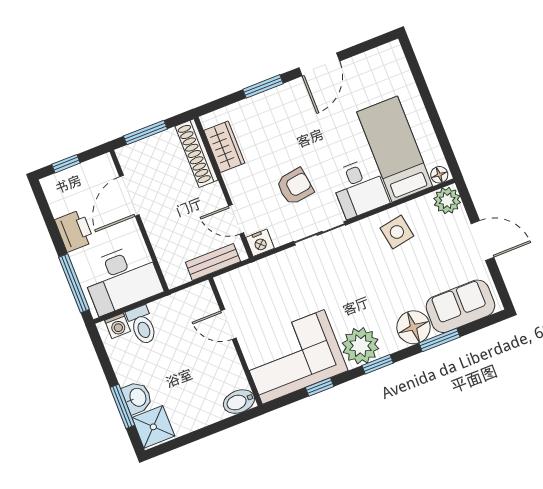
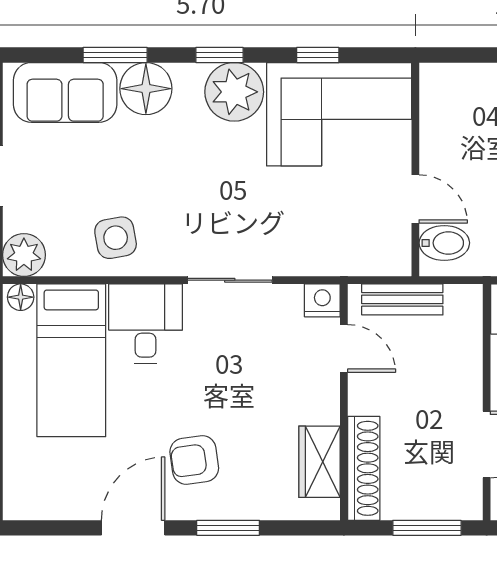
armchair: (295, 186) -> (194, 460), moved
bidet: (239, 402) -> (444, 243), moved

